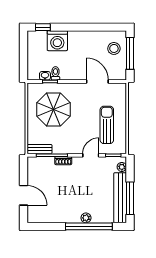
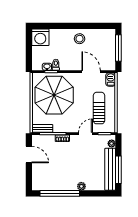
window: (43, 27) -> (45, 26), removed
washing machine: (57, 41) -> (40, 37), moved
stool: (114, 48) -> (80, 39), moved
barbecue: (121, 91) -> (111, 80), added
parasol: (54, 110) -> (54, 95), width x1.36, depth x1.36
door: (23, 195) -> (29, 155), moved
window: (89, 226) -> (60, 193), moved

